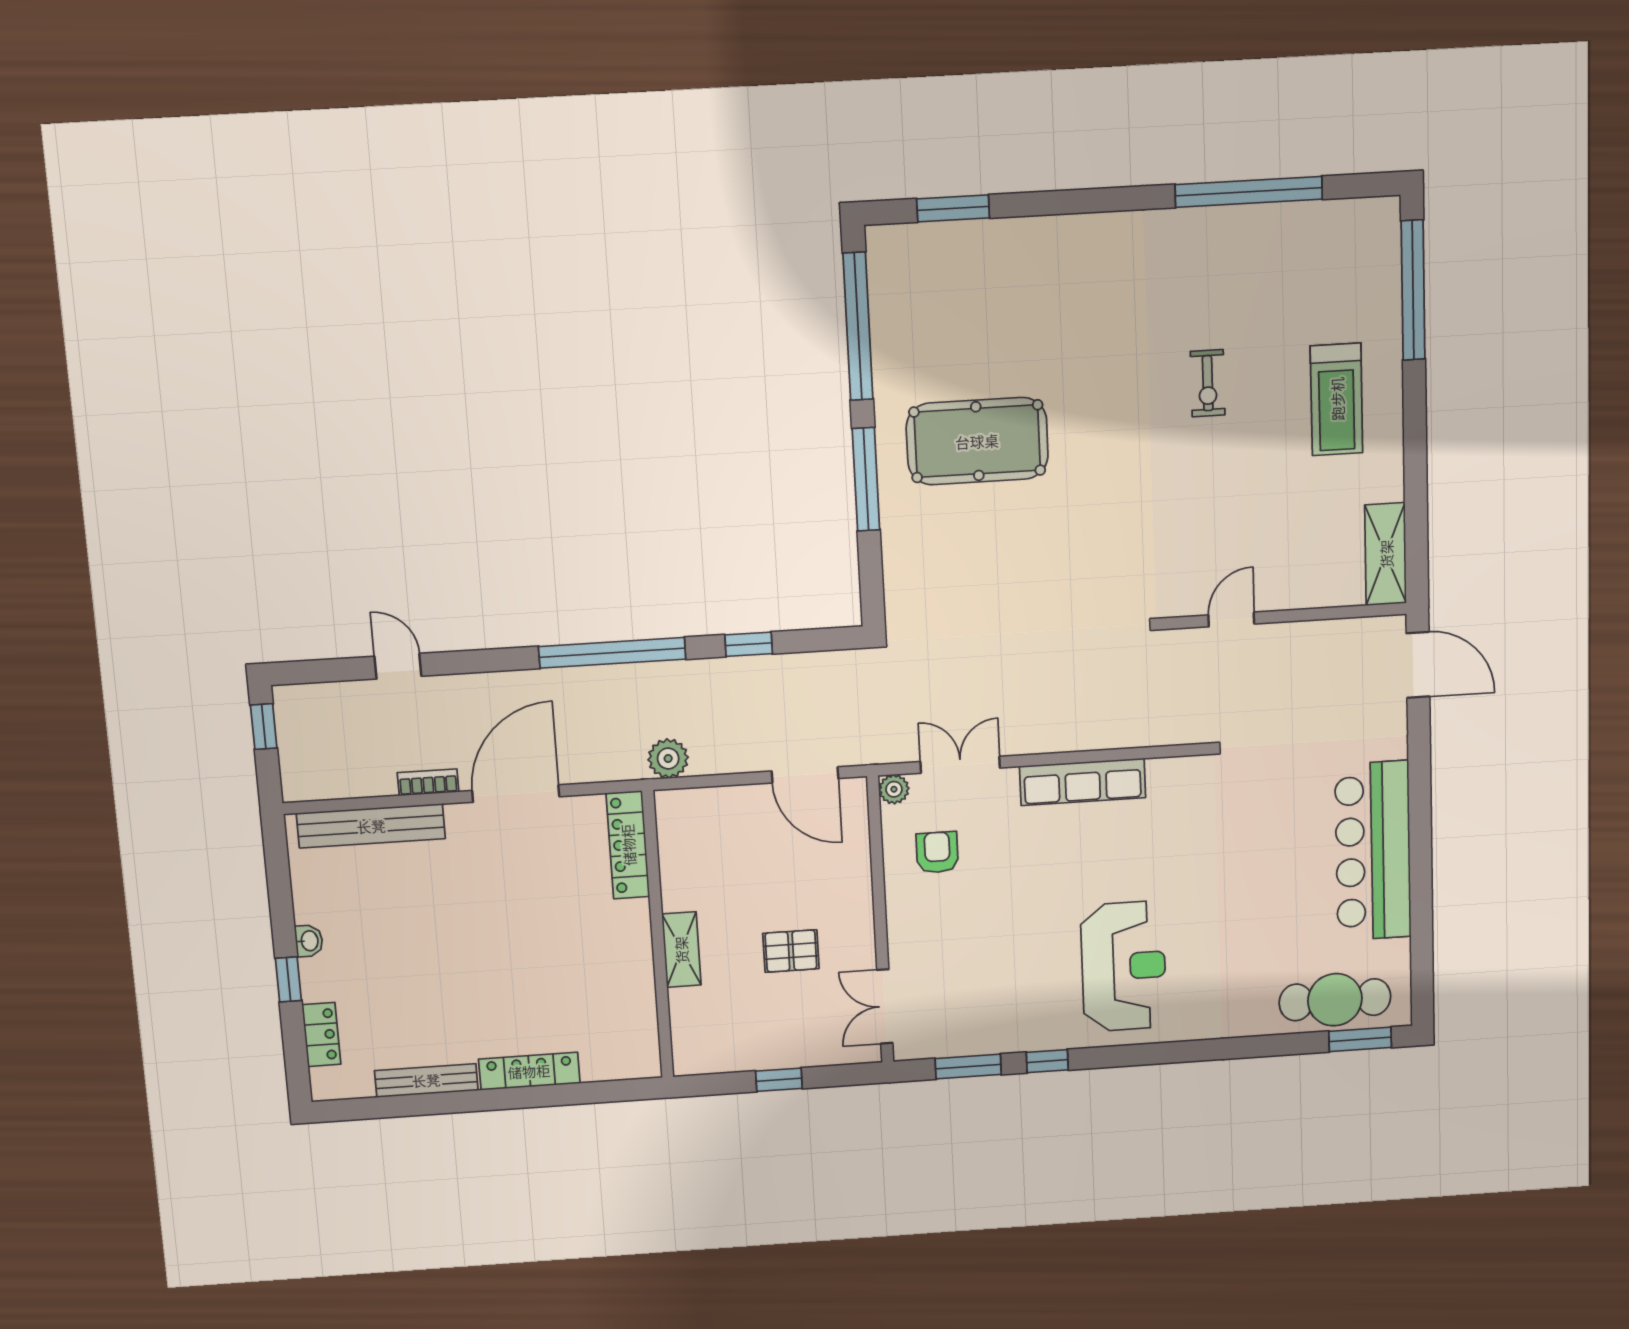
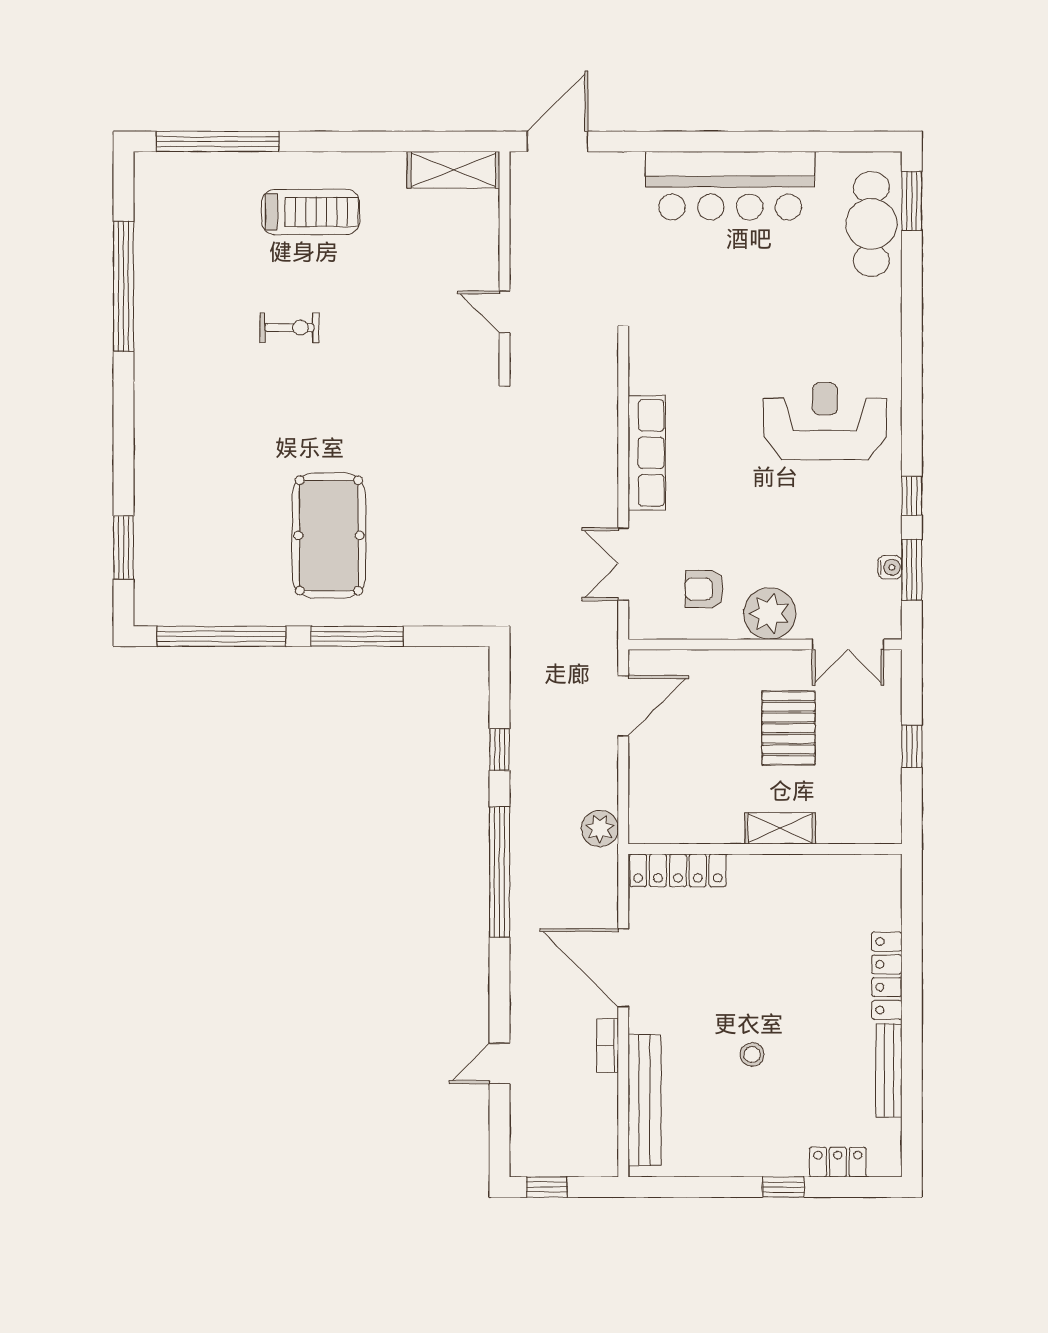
plant: (894, 789) -> (770, 614), moved, width x1.87, depth x1.87
stool: (431, 937) -> (752, 1055), added
washbasin: (309, 941) -> (748, 1165), removed
pallet: (791, 951) -> (788, 728), width x1.50, depth x1.42
water cooler: (970, 1044) -> (890, 567), added

